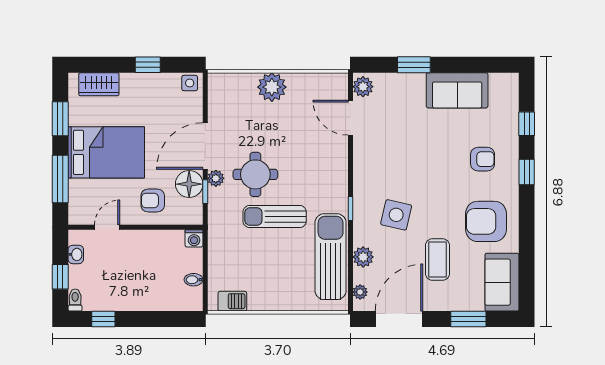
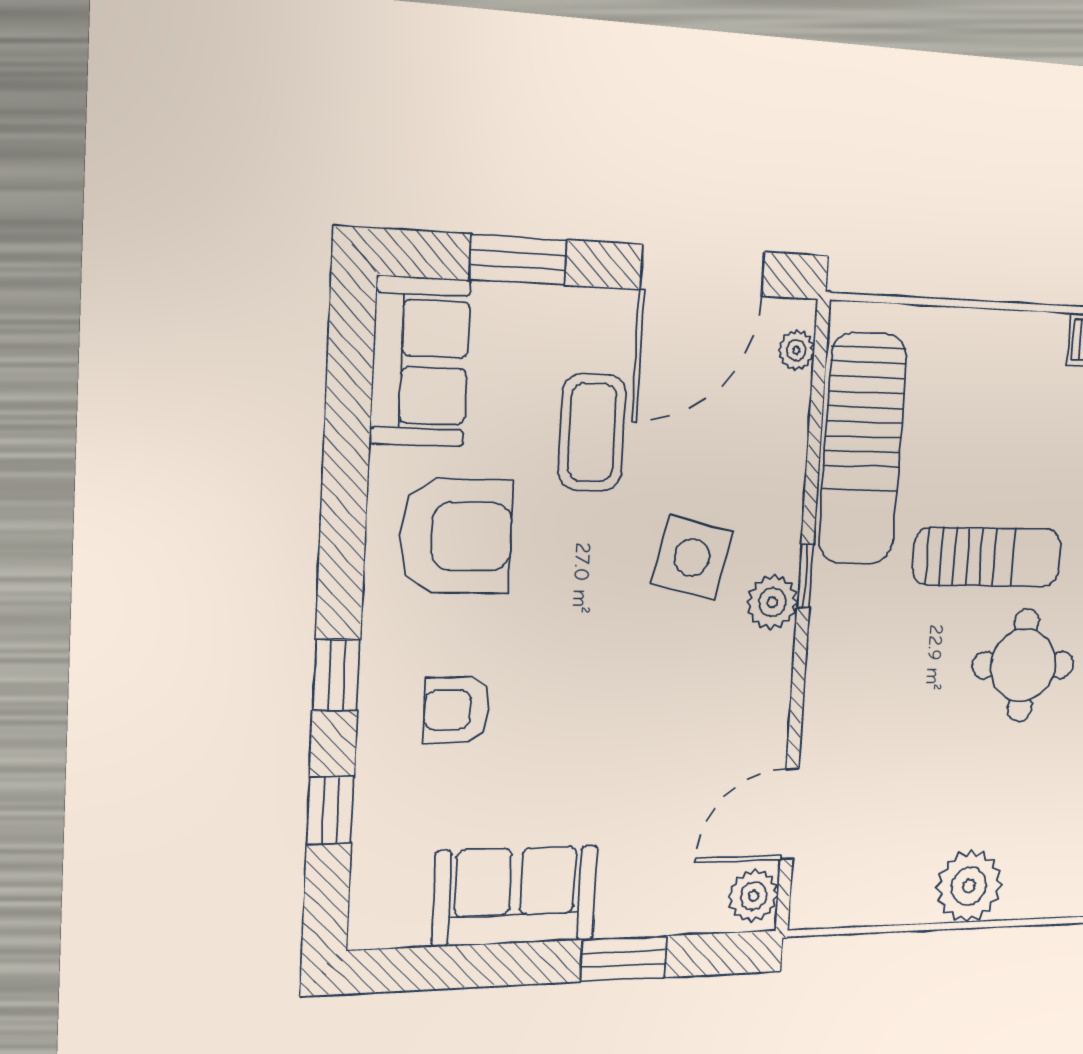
door: (350, 118) -> (789, 814), swing flipped
plant: (363, 257) -> (772, 602), moved

